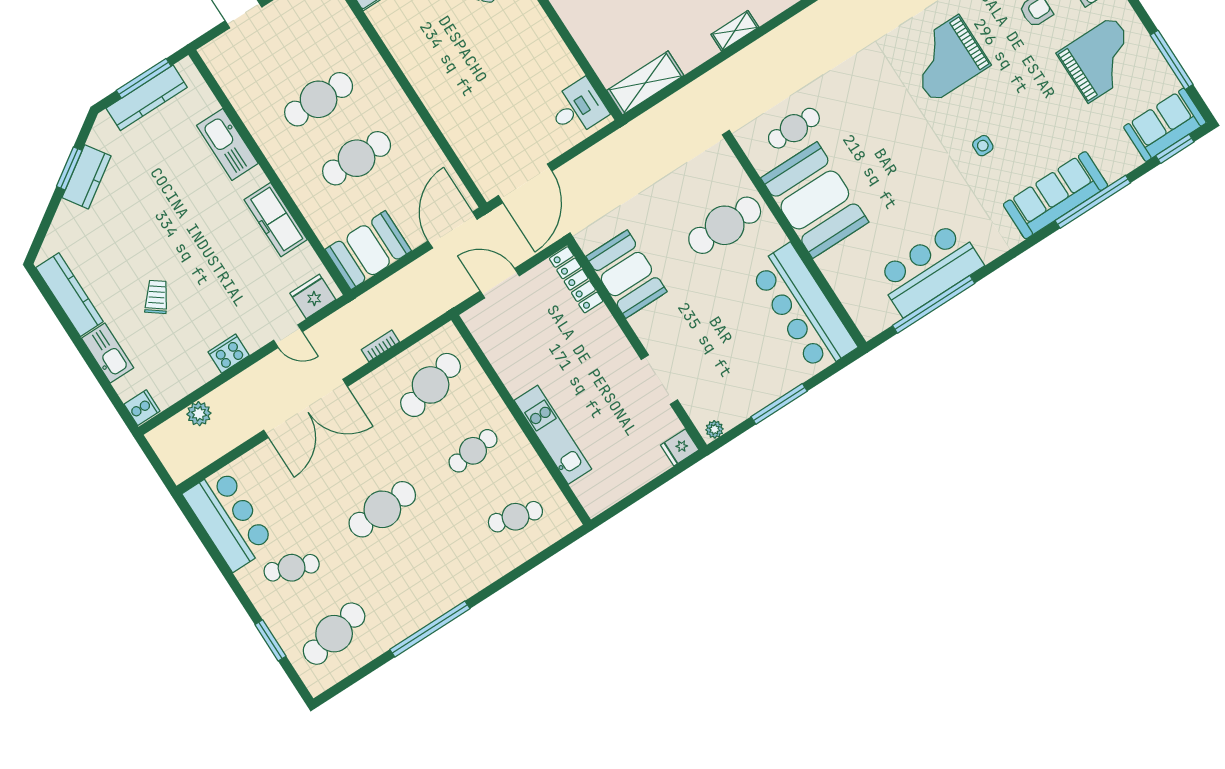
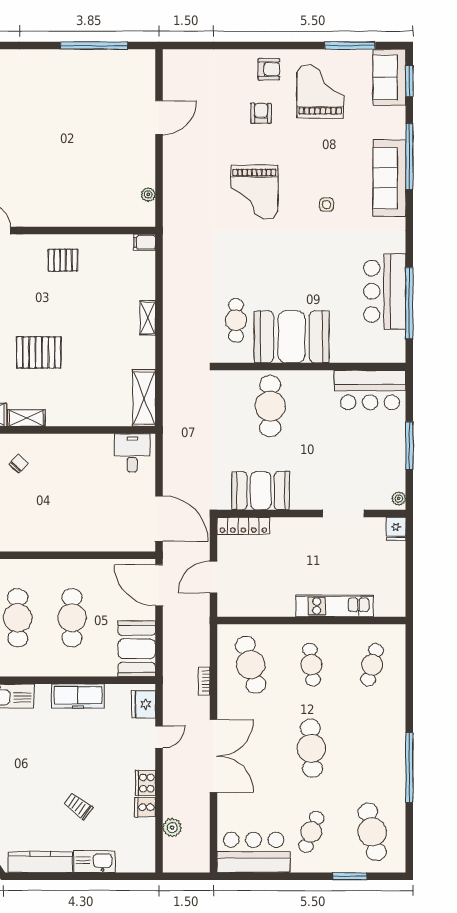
bar counter: (803, 308) -> (370, 390), width x0.73
cooker: (142, 408) -> (145, 807), moved, turned -90

